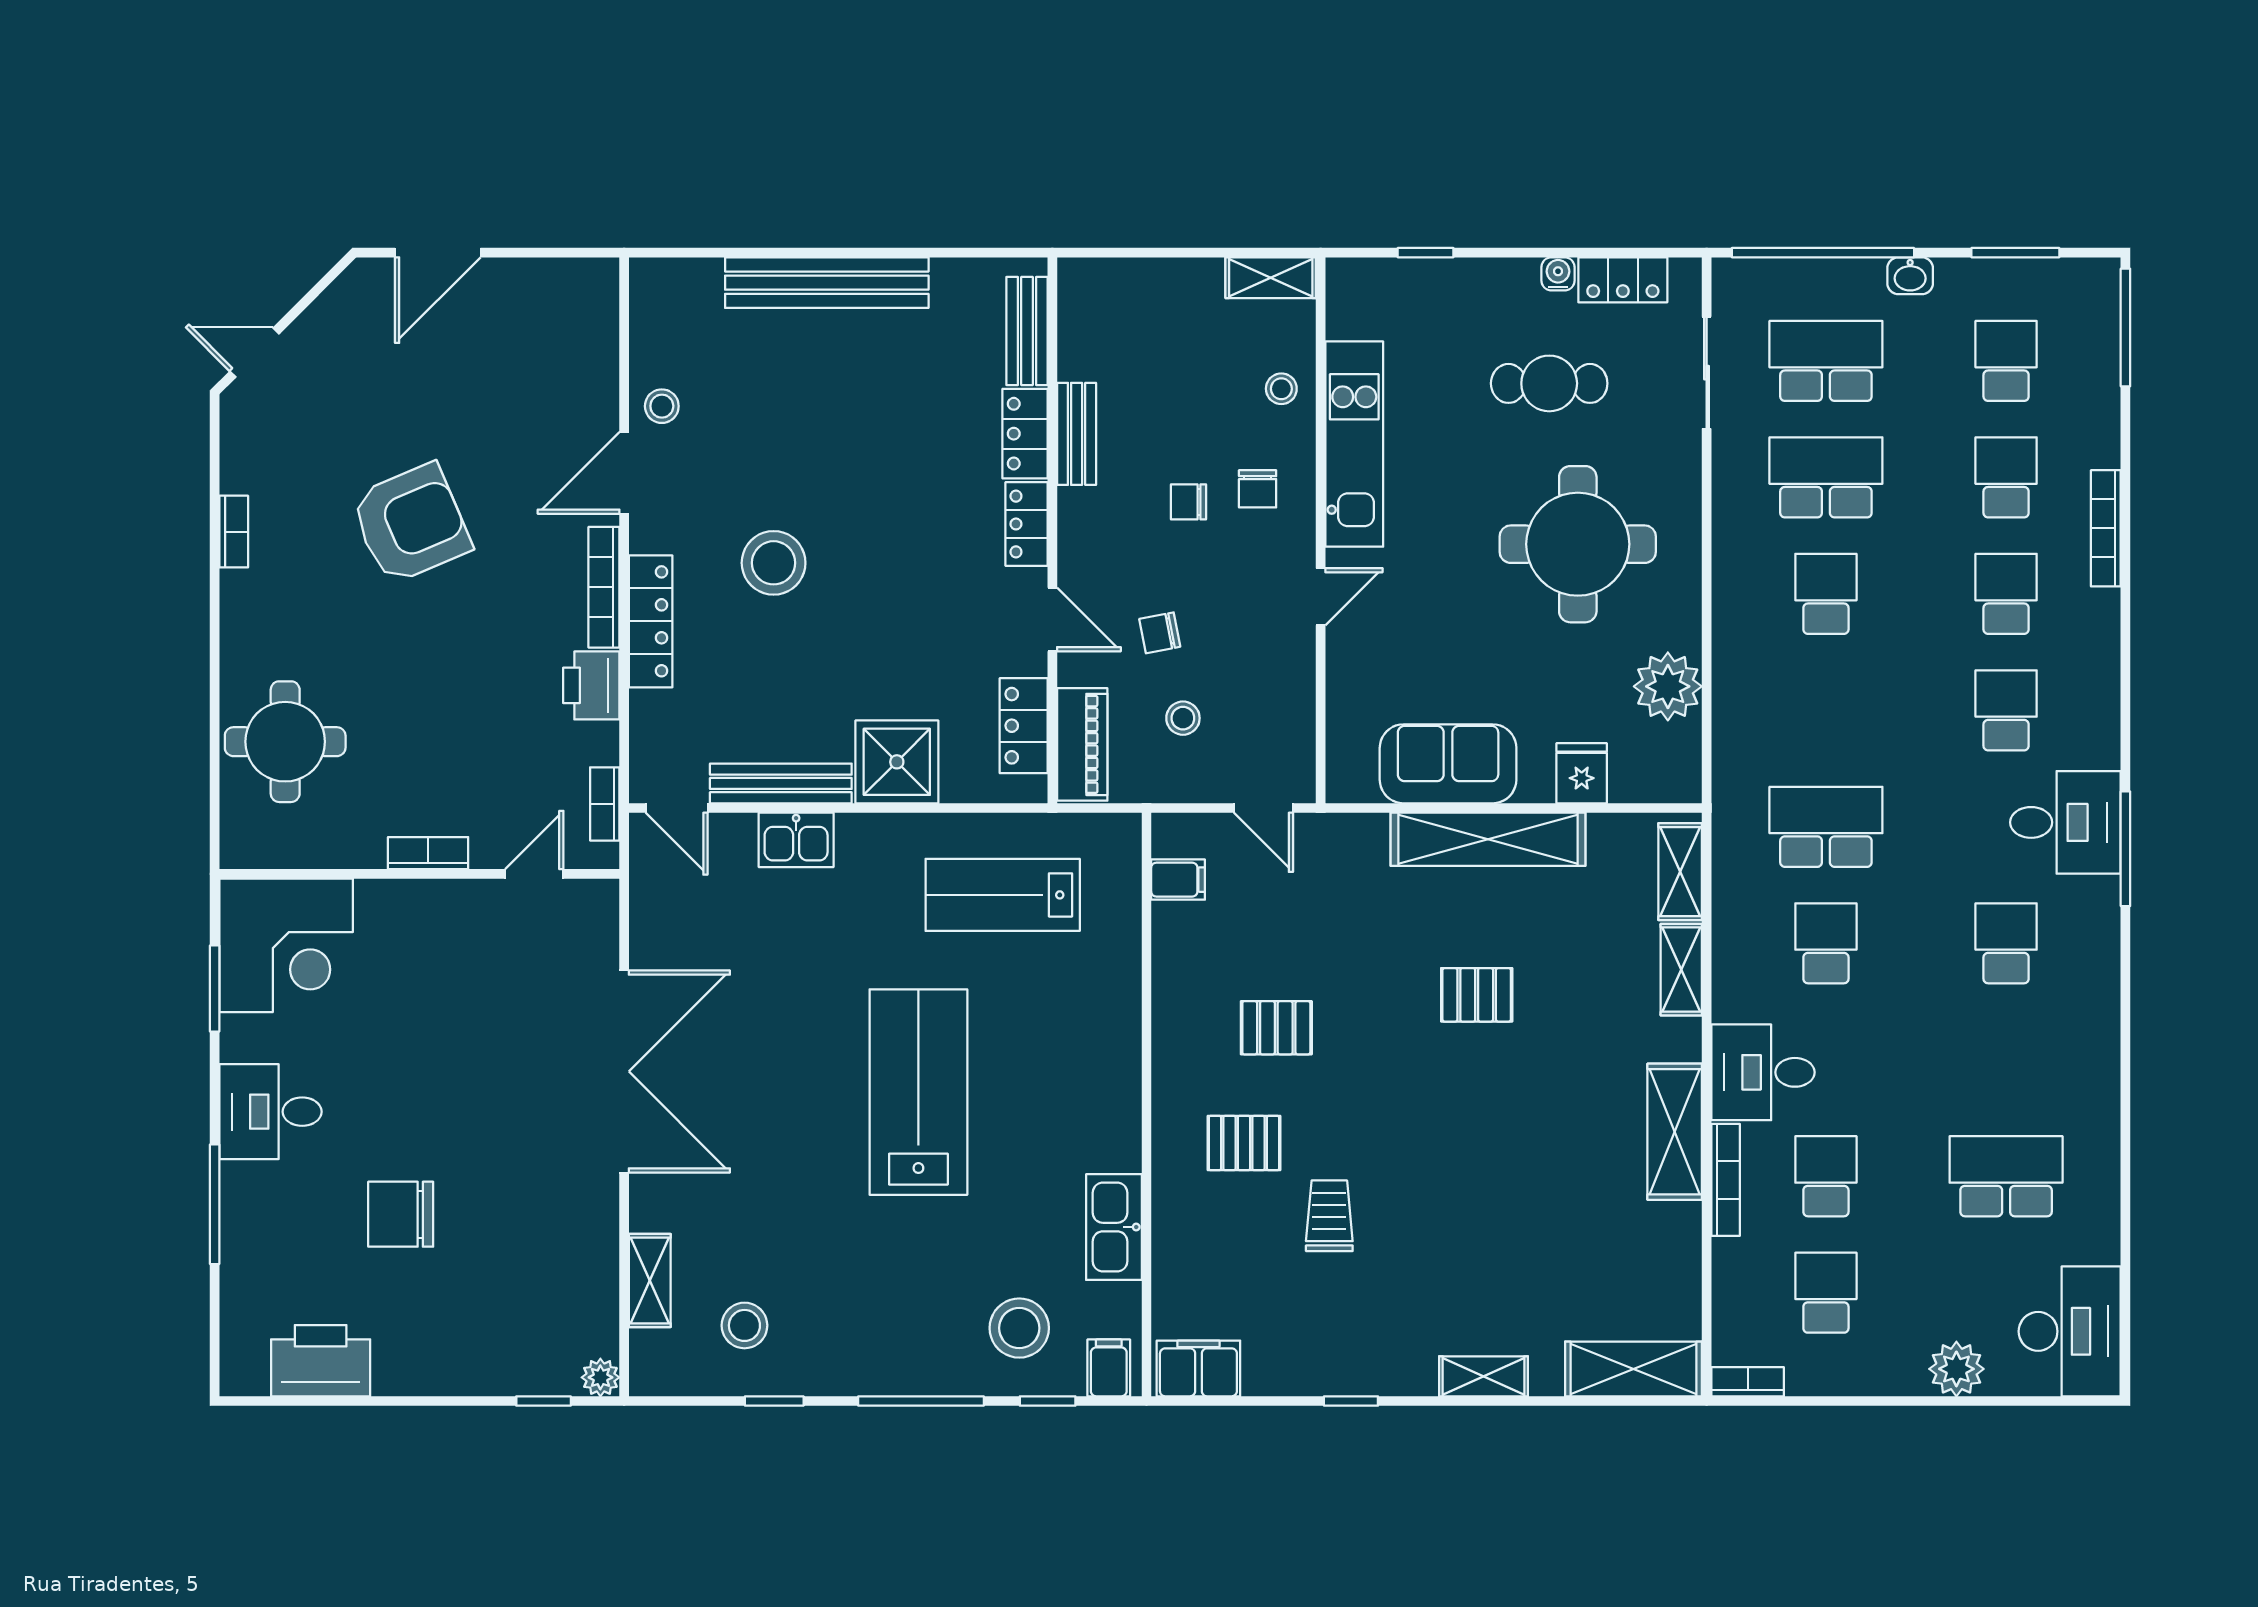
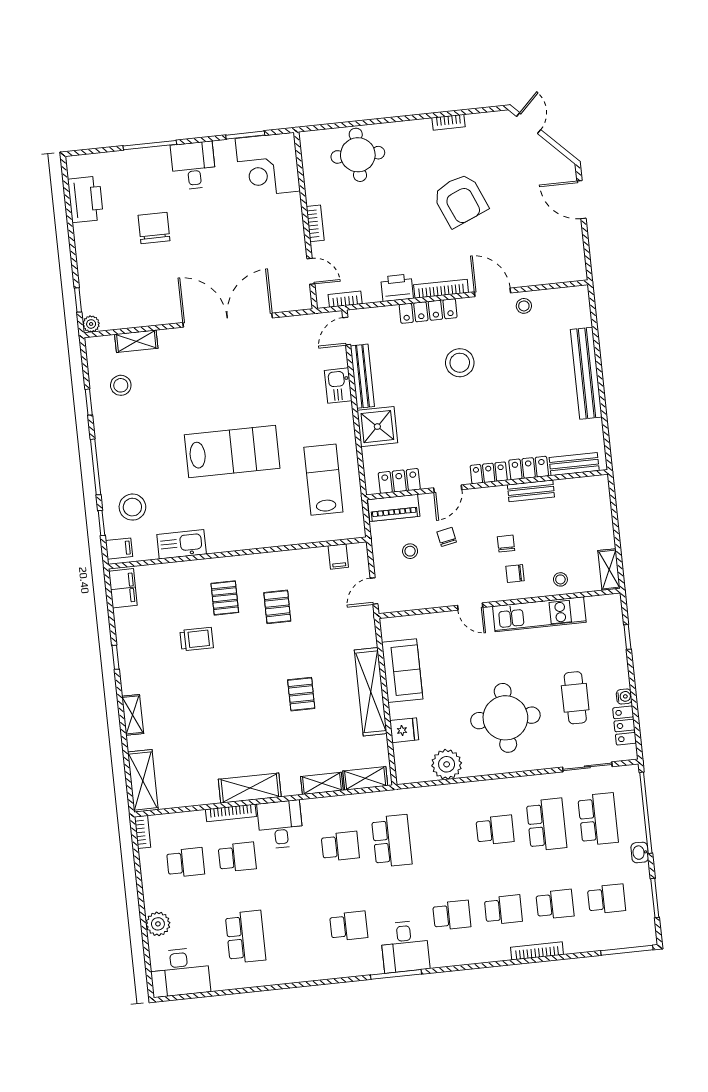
double door: (624, 1071) -> (228, 320), swing flipped

